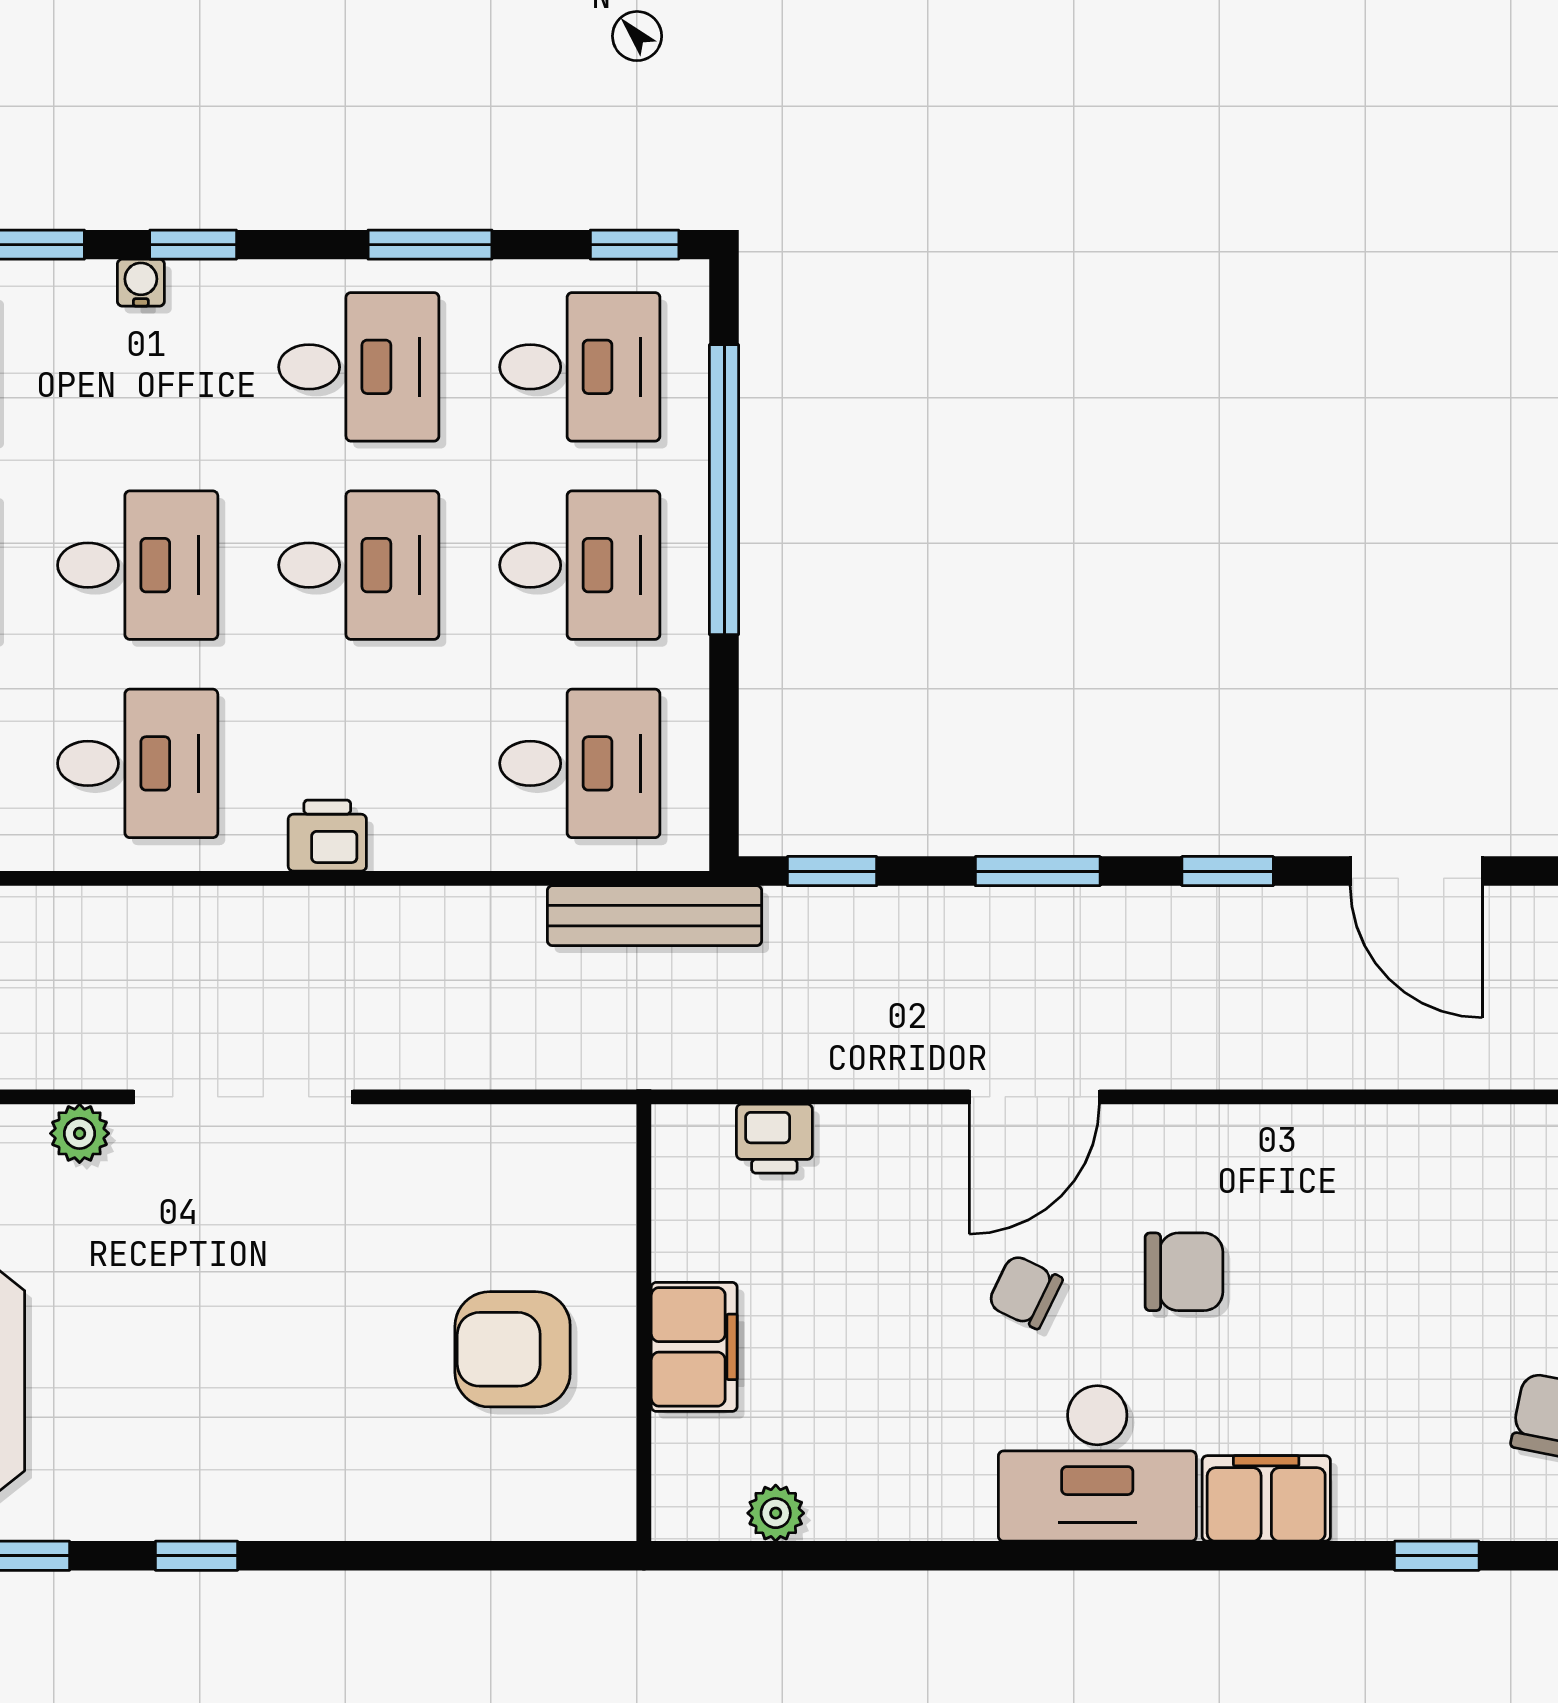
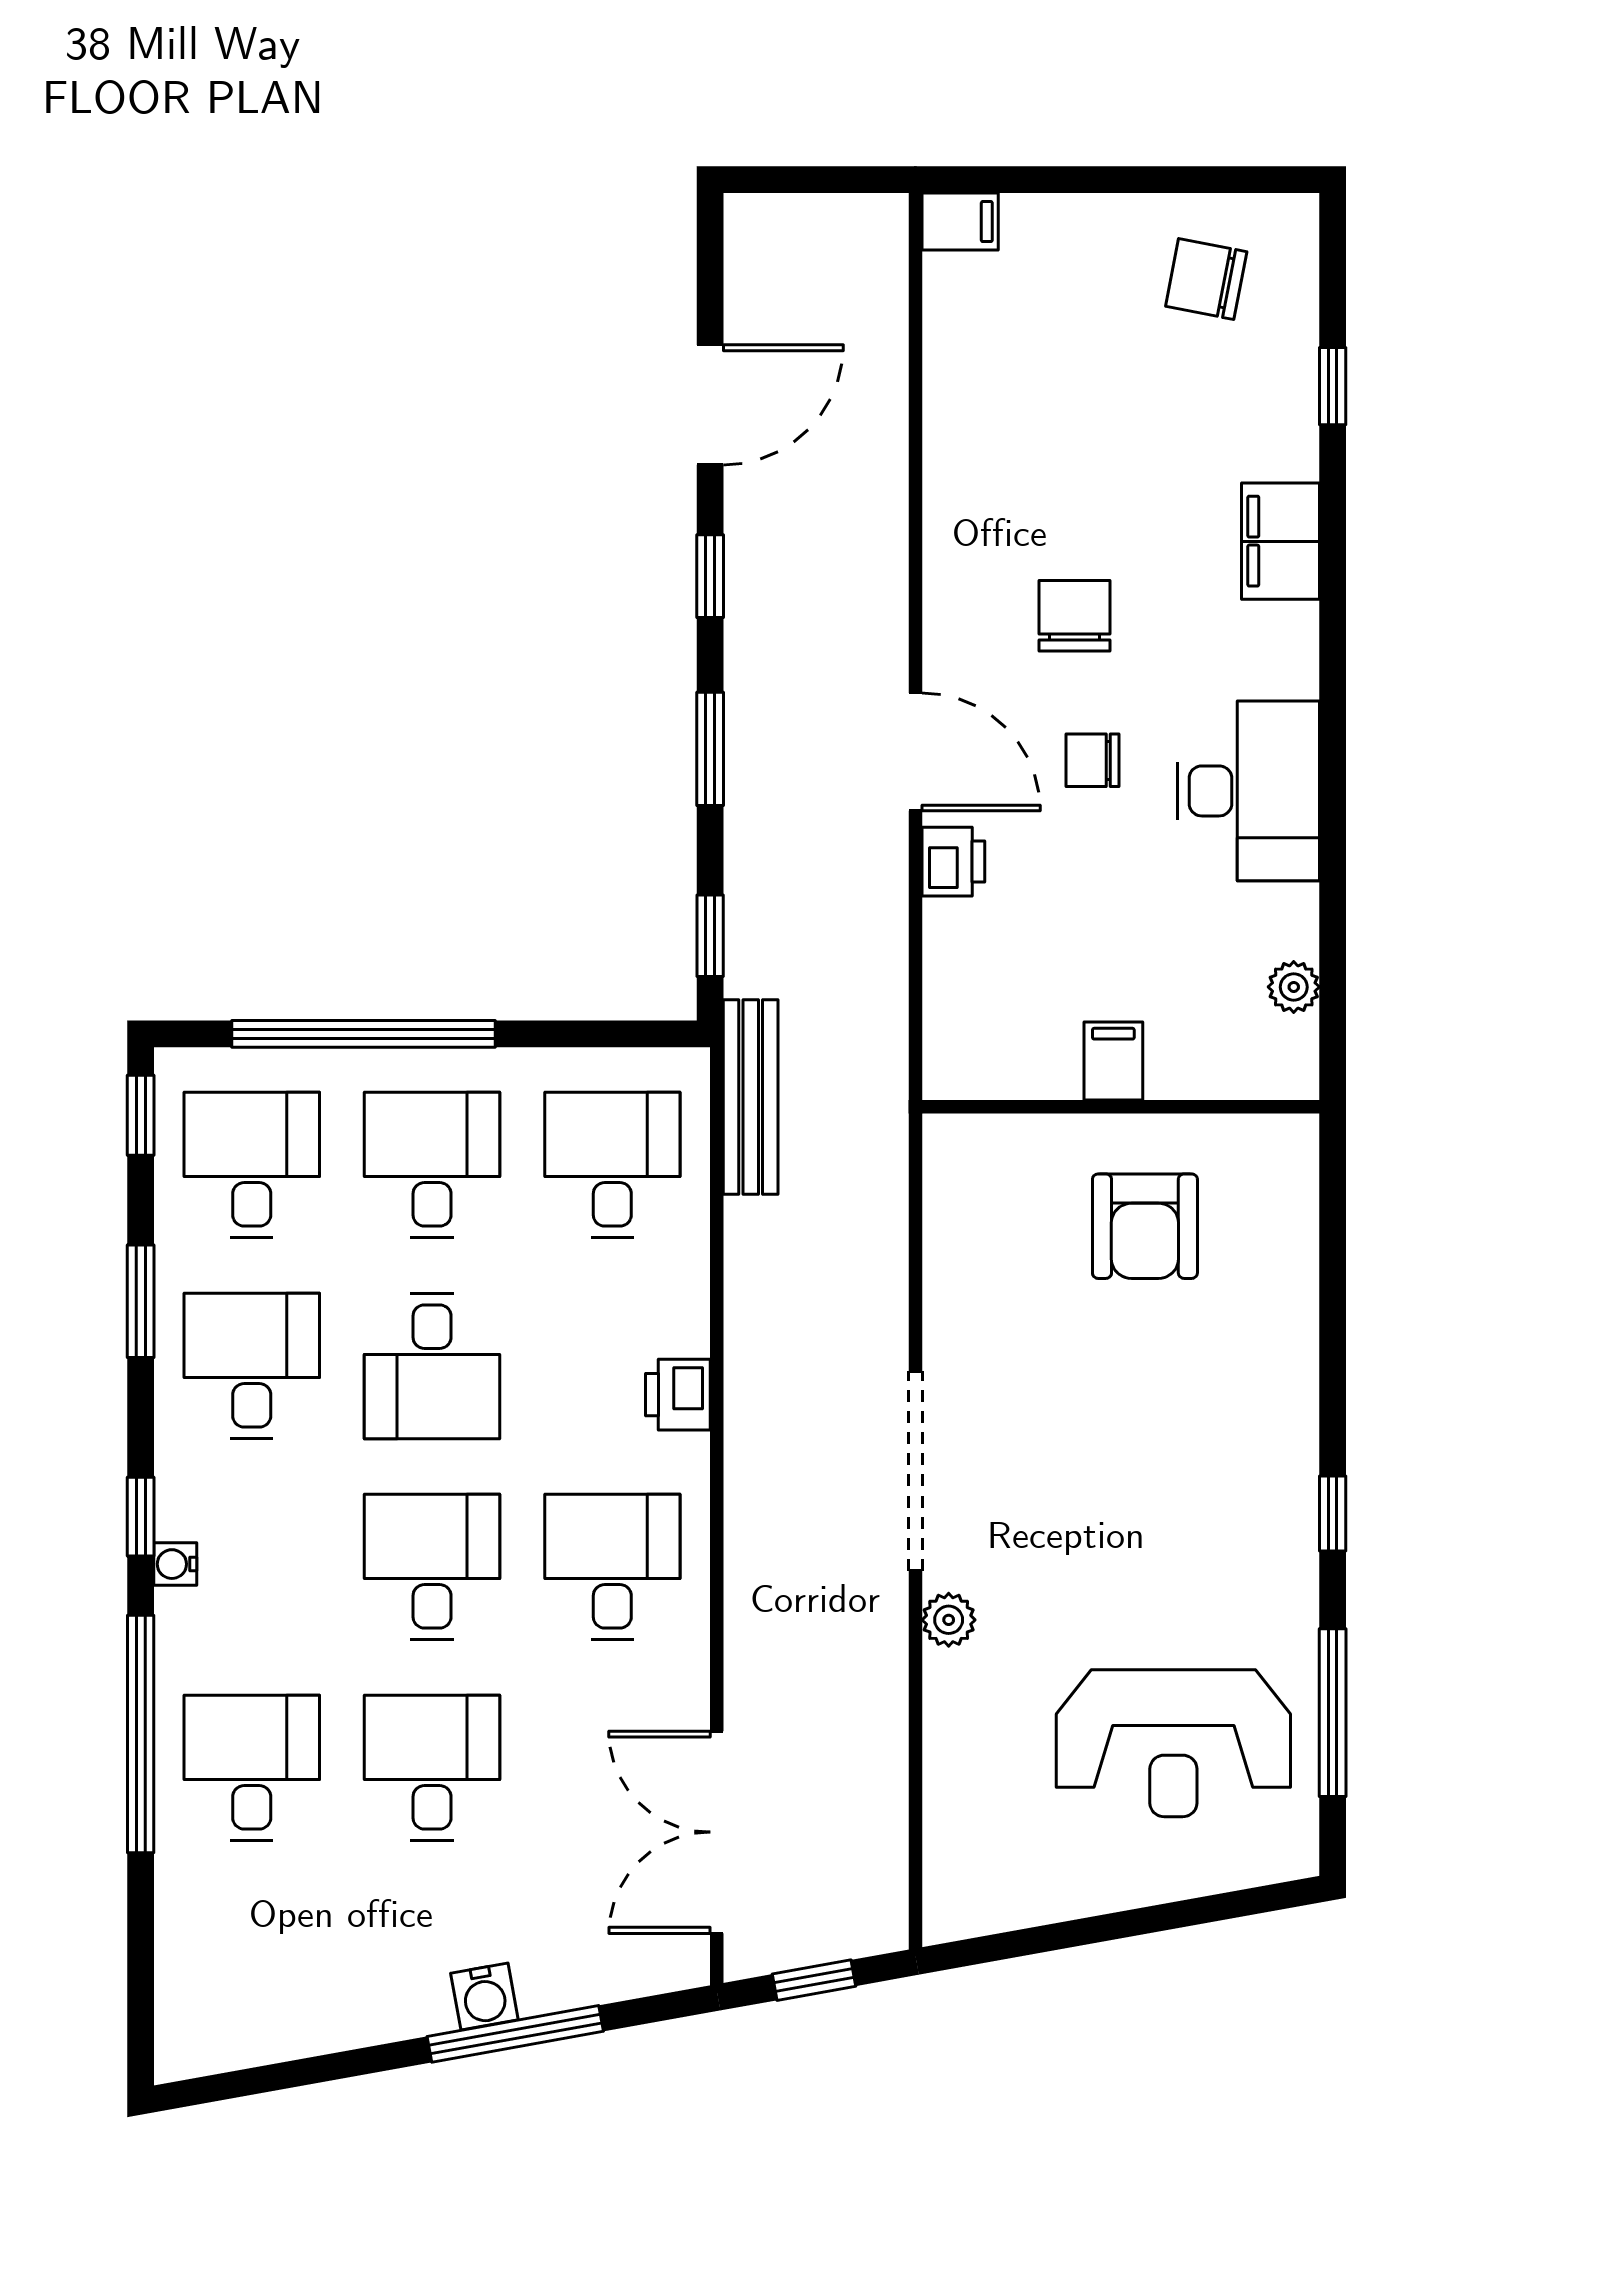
desk: (359, 565) -> (432, 1366), turned 180
printer: (774, 1139) -> (953, 862), moved
chair: (1025, 1292) -> (1092, 760), turned 64
filing cabinet: (694, 1347) -> (1113, 1061), width x0.50
desk: (1097, 1463) -> (1249, 791), moved

